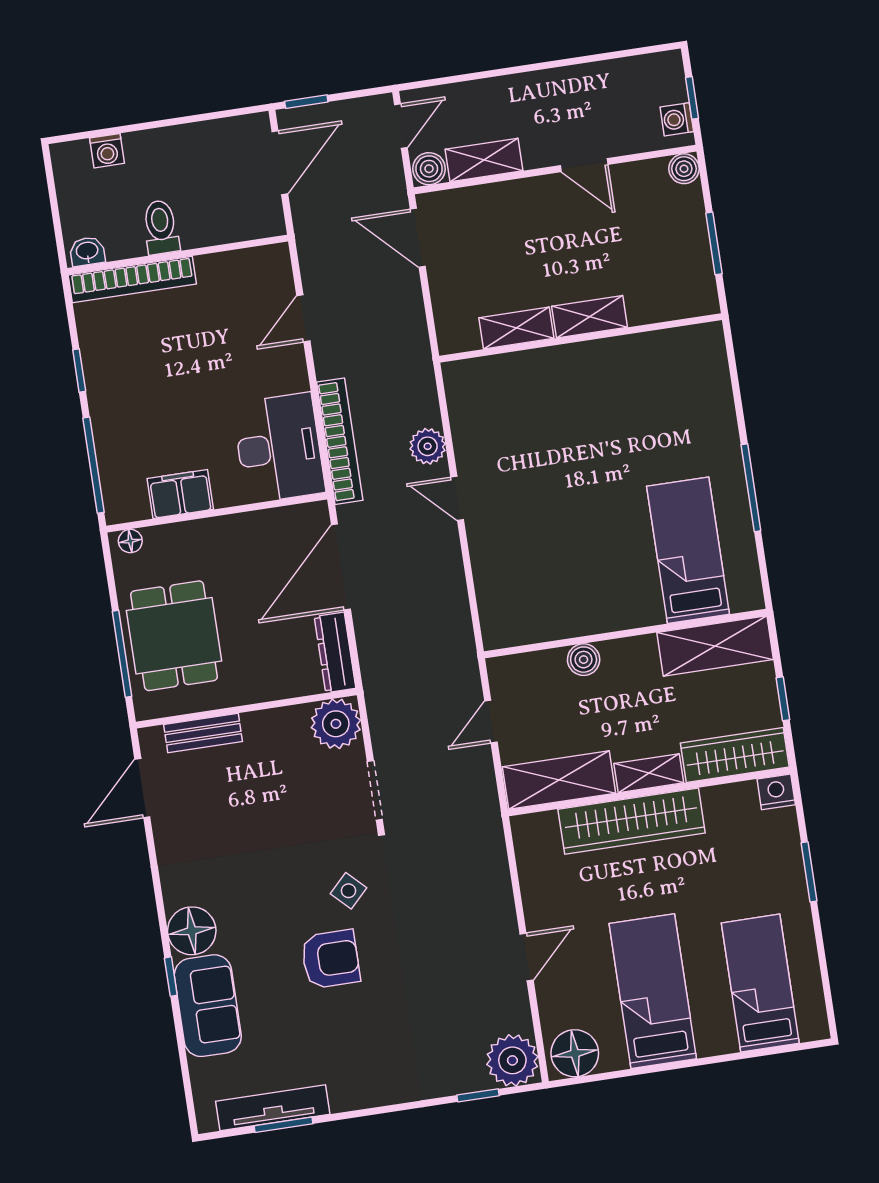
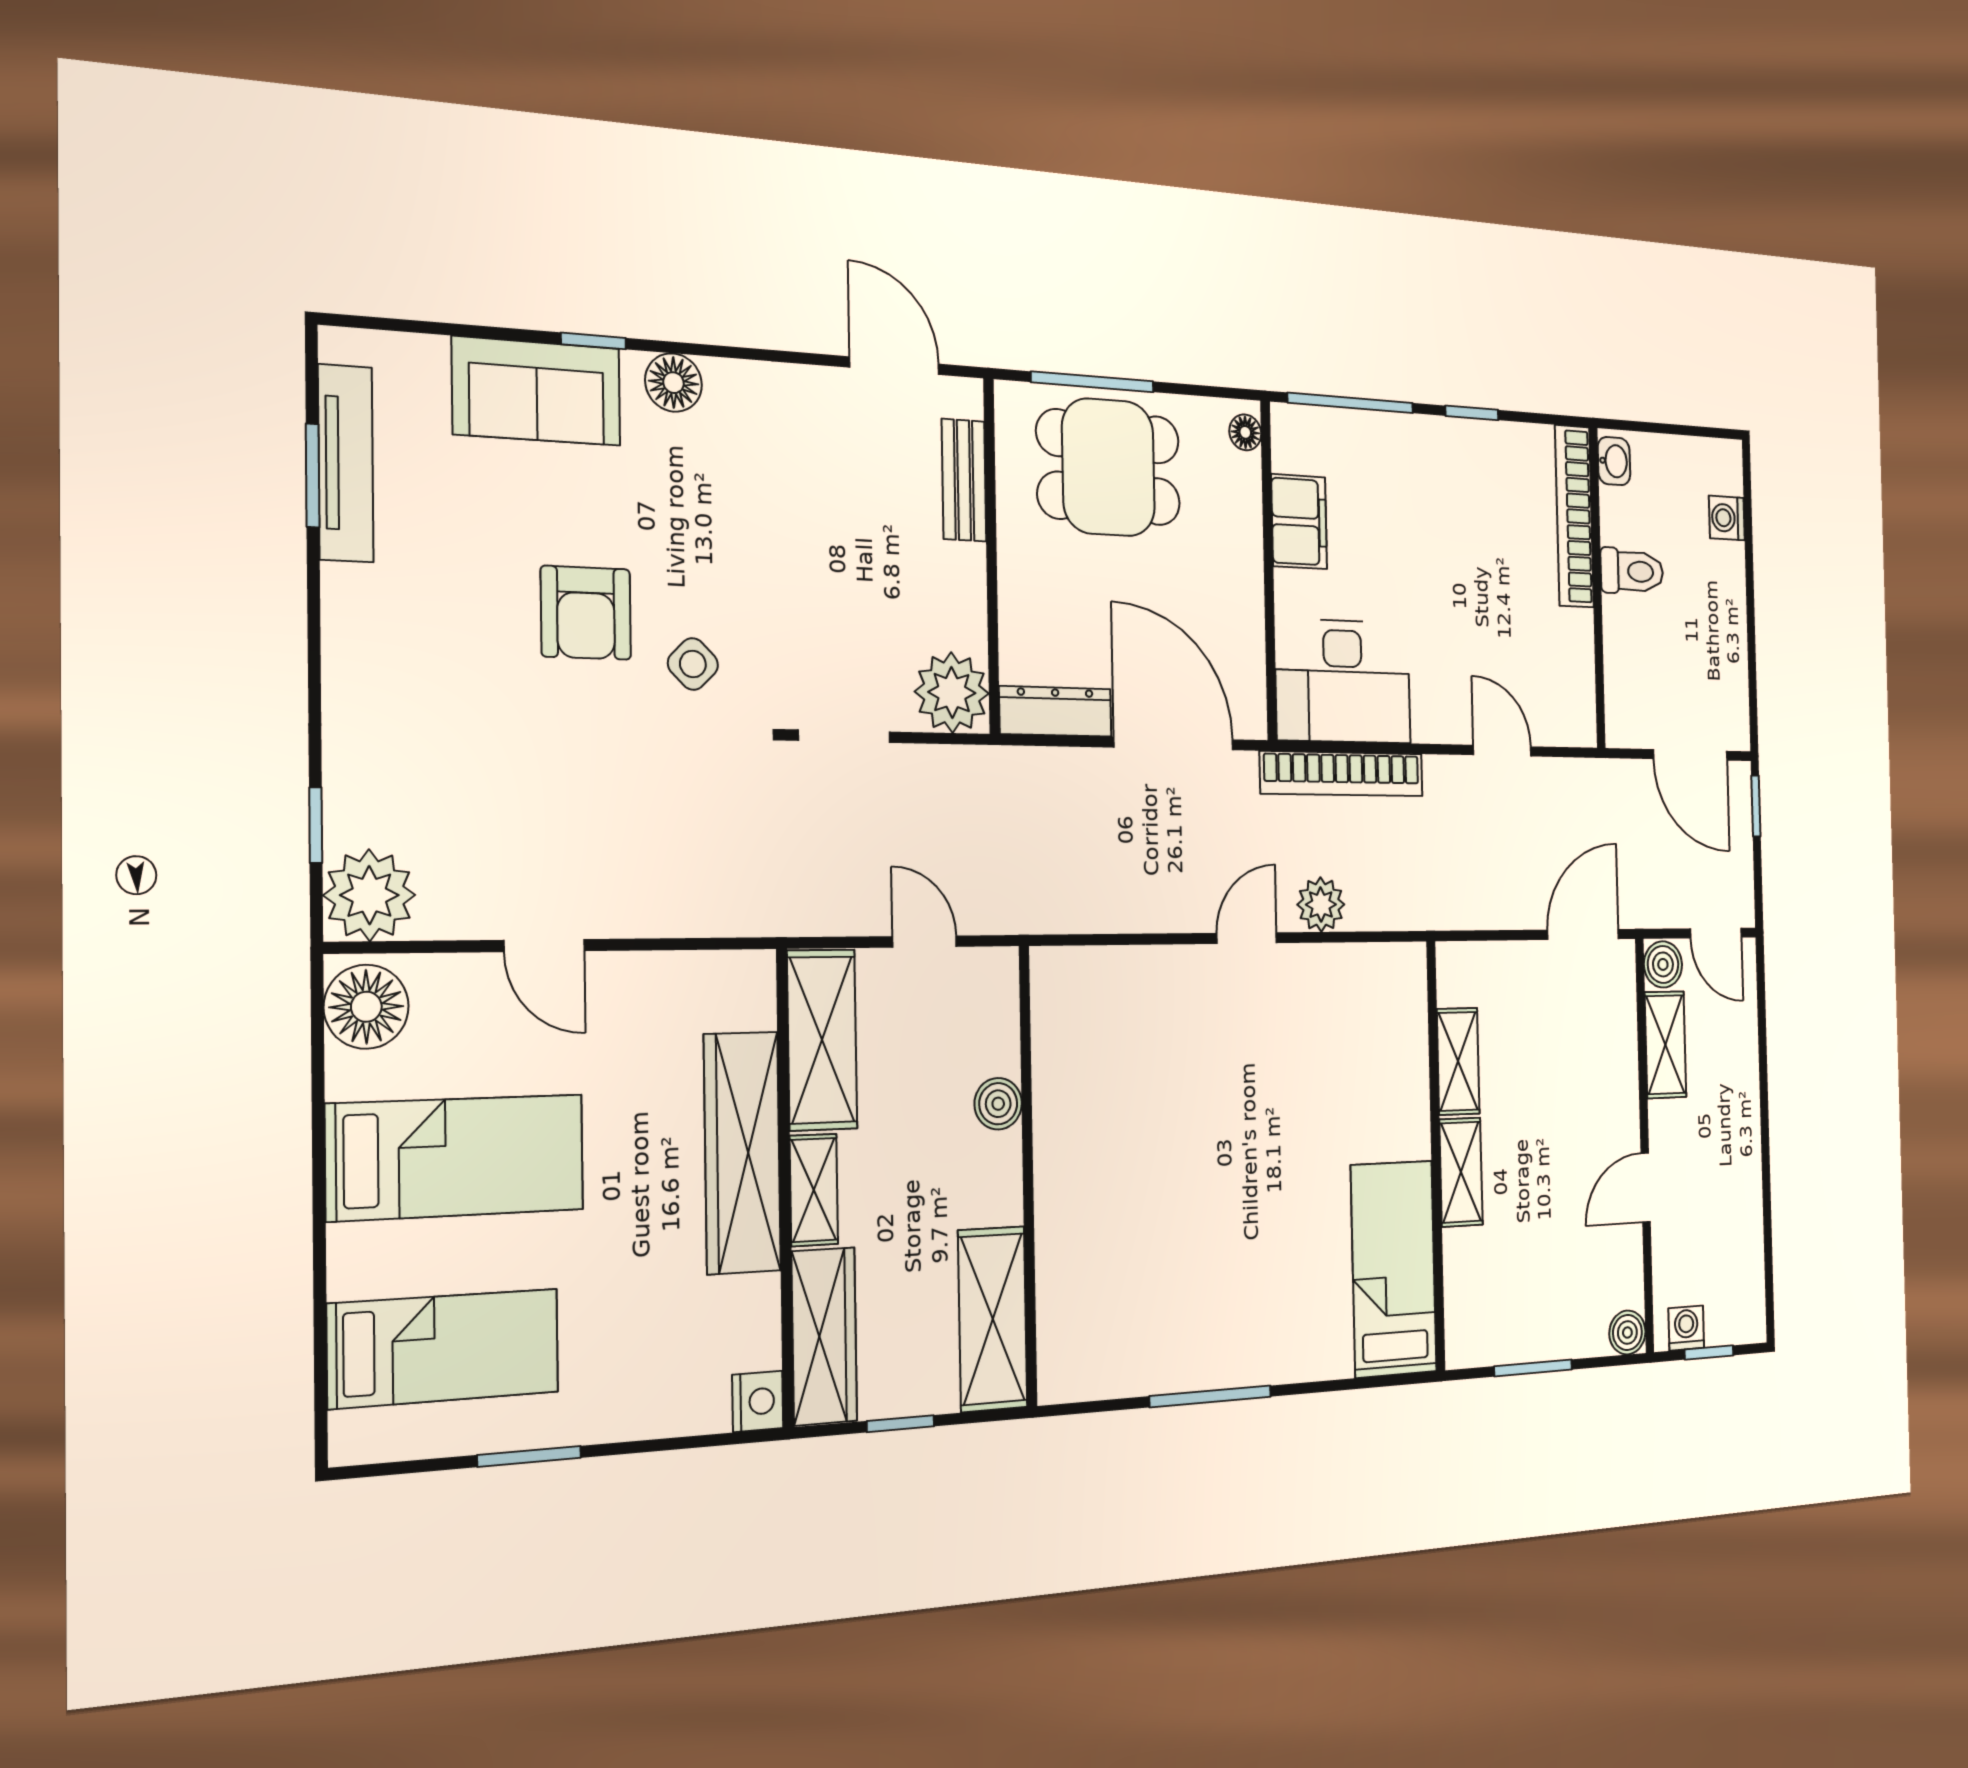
bed: (688, 550) -> (1394, 1269), moved, turned -90
window: (809, 872) -> (529, 1456), moved
floor lamp: (192, 931) -> (673, 383), width x0.73, depth x0.73

